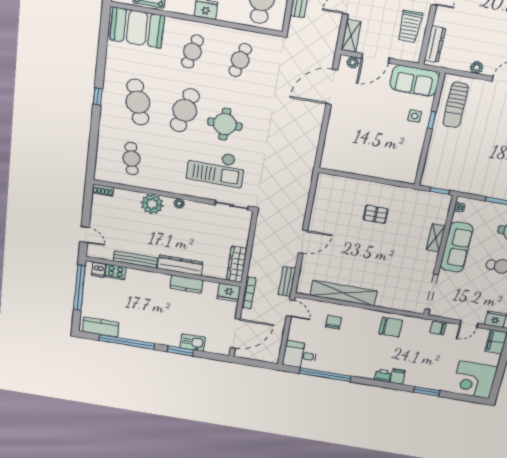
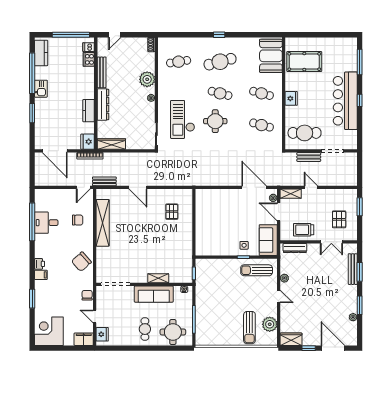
cafe table: (185, 110) -> (220, 93), width x0.73, depth x0.74
pallet: (376, 214) -> (172, 212), moved
chair: (391, 327) -> (81, 262), turned 48
kitchen sink: (193, 343) -> (41, 89), moved
desk: (300, 355) -> (46, 223), moved, turned -90

